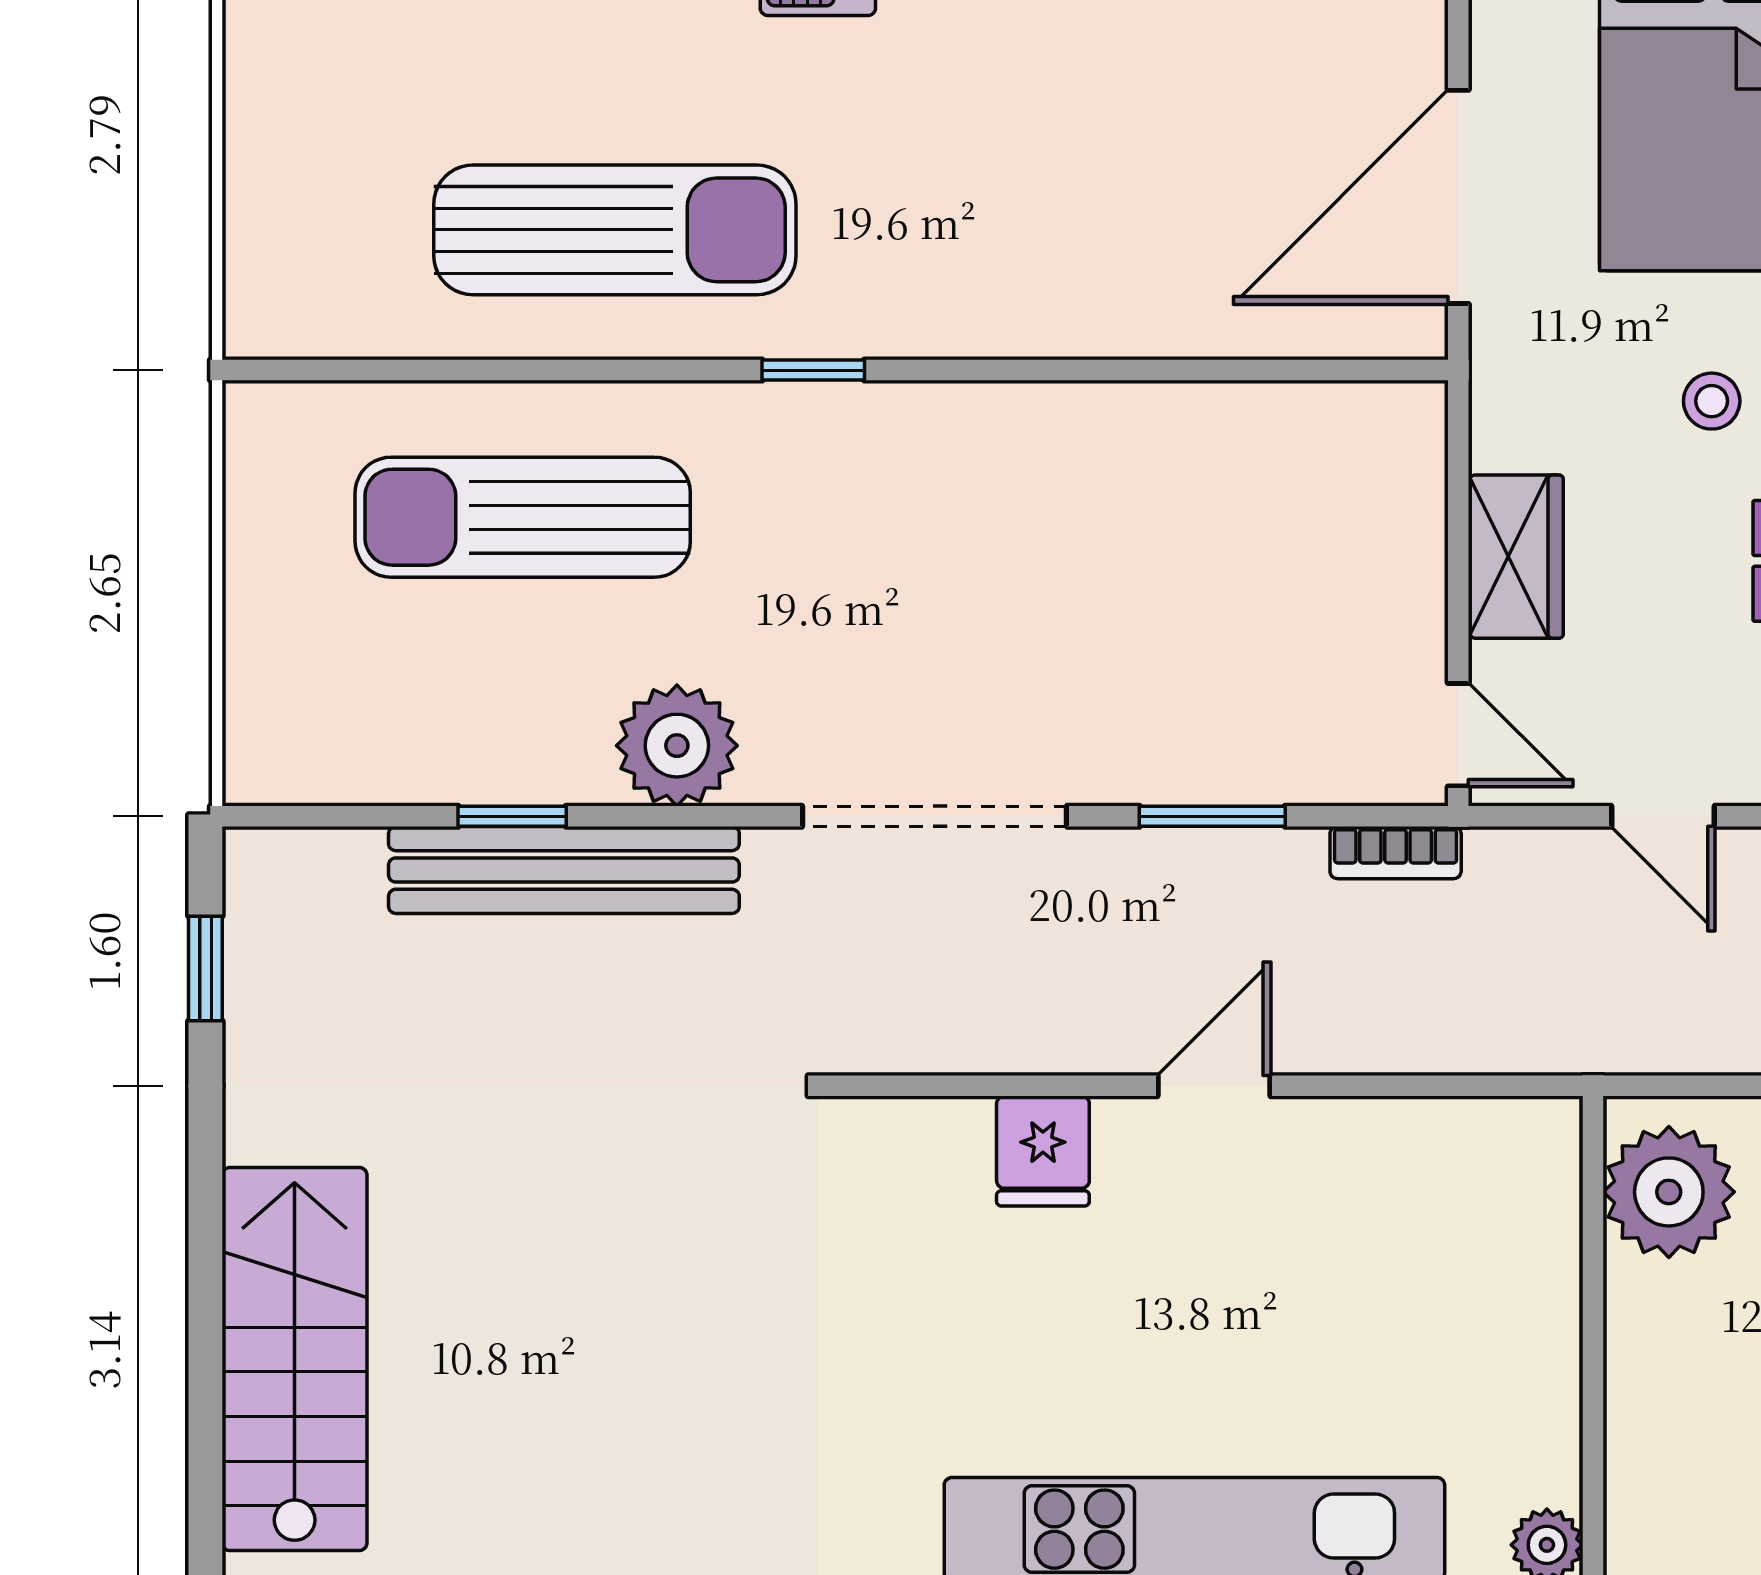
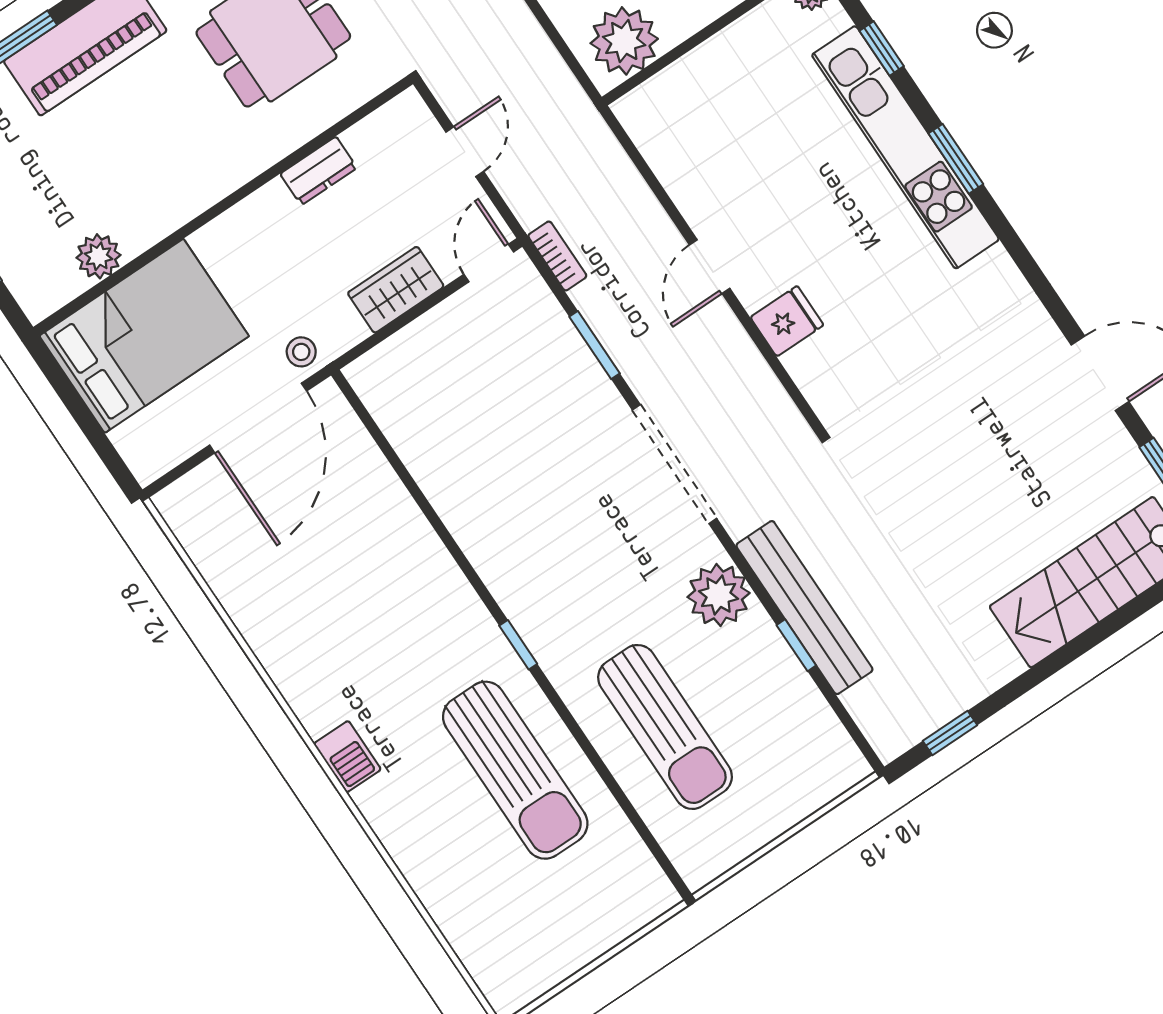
door: (1458, 197) -> (258, 418), hinge flipped
sun lounger: (615, 230) -> (515, 770), turned 180
stool: (1712, 401) -> (301, 352), moved
door: (1214, 1086) -> (710, 267), hinge flipped

